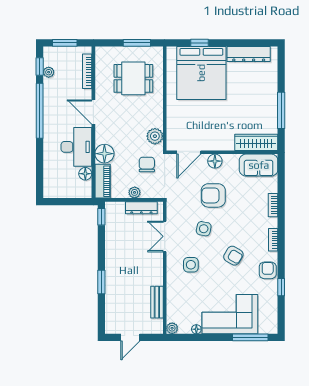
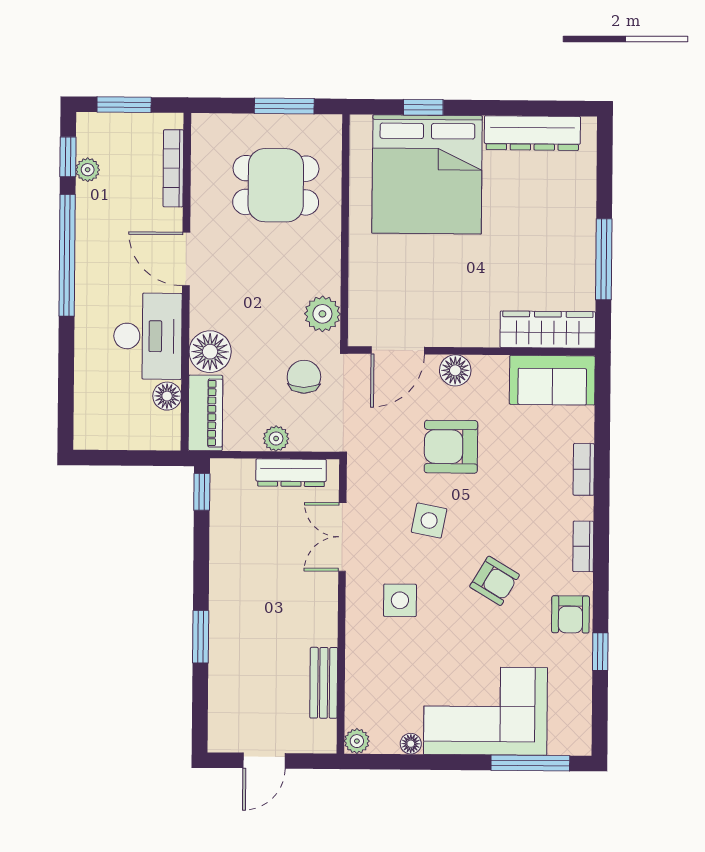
armchair: (268, 270) -> (570, 614), turned 180

